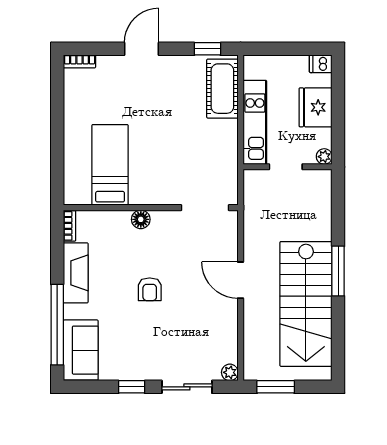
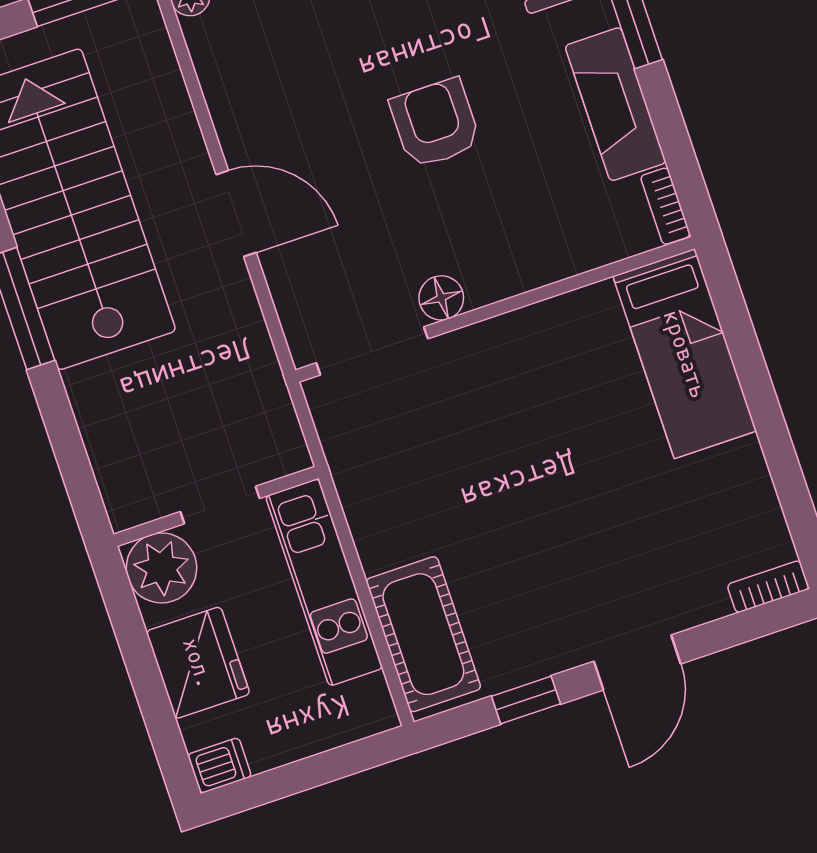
window: (207, 49) -> (526, 700), moved
plant: (324, 157) -> (162, 568), width x1.88, depth x1.88
bed: (110, 165) -> (685, 354), moved
floor lamp: (141, 219) -> (441, 298), moved
armchair: (150, 289) -> (435, 123), width x1.38, depth x1.38

